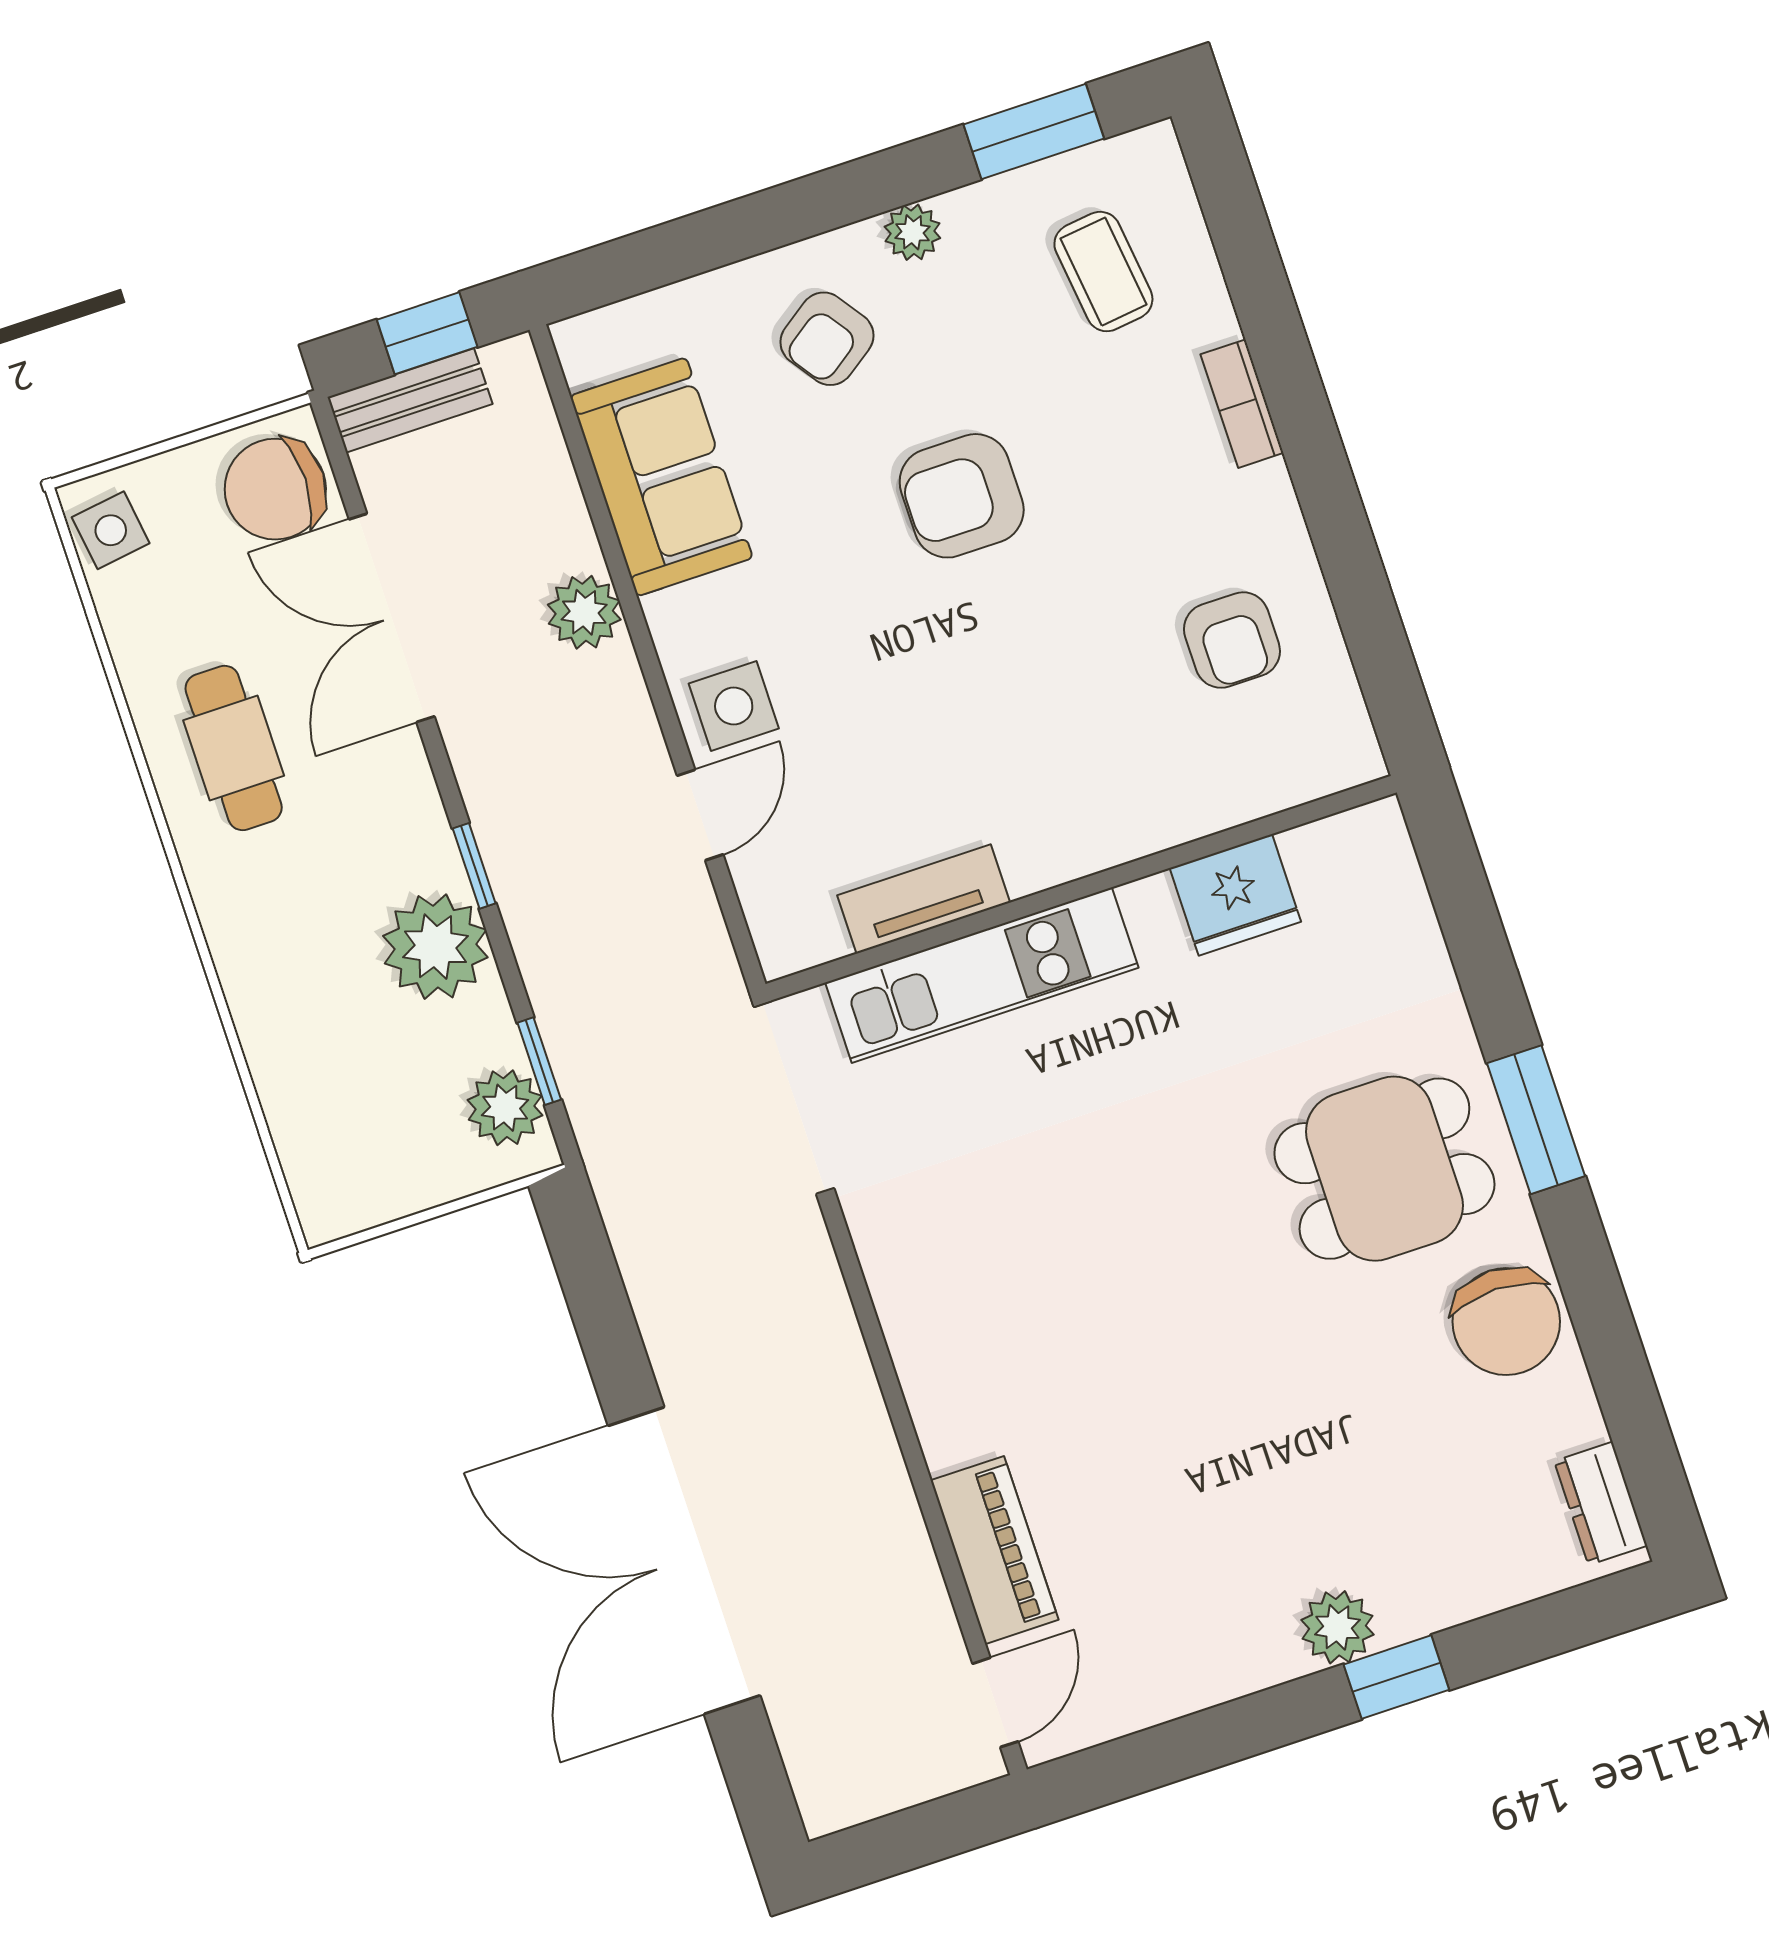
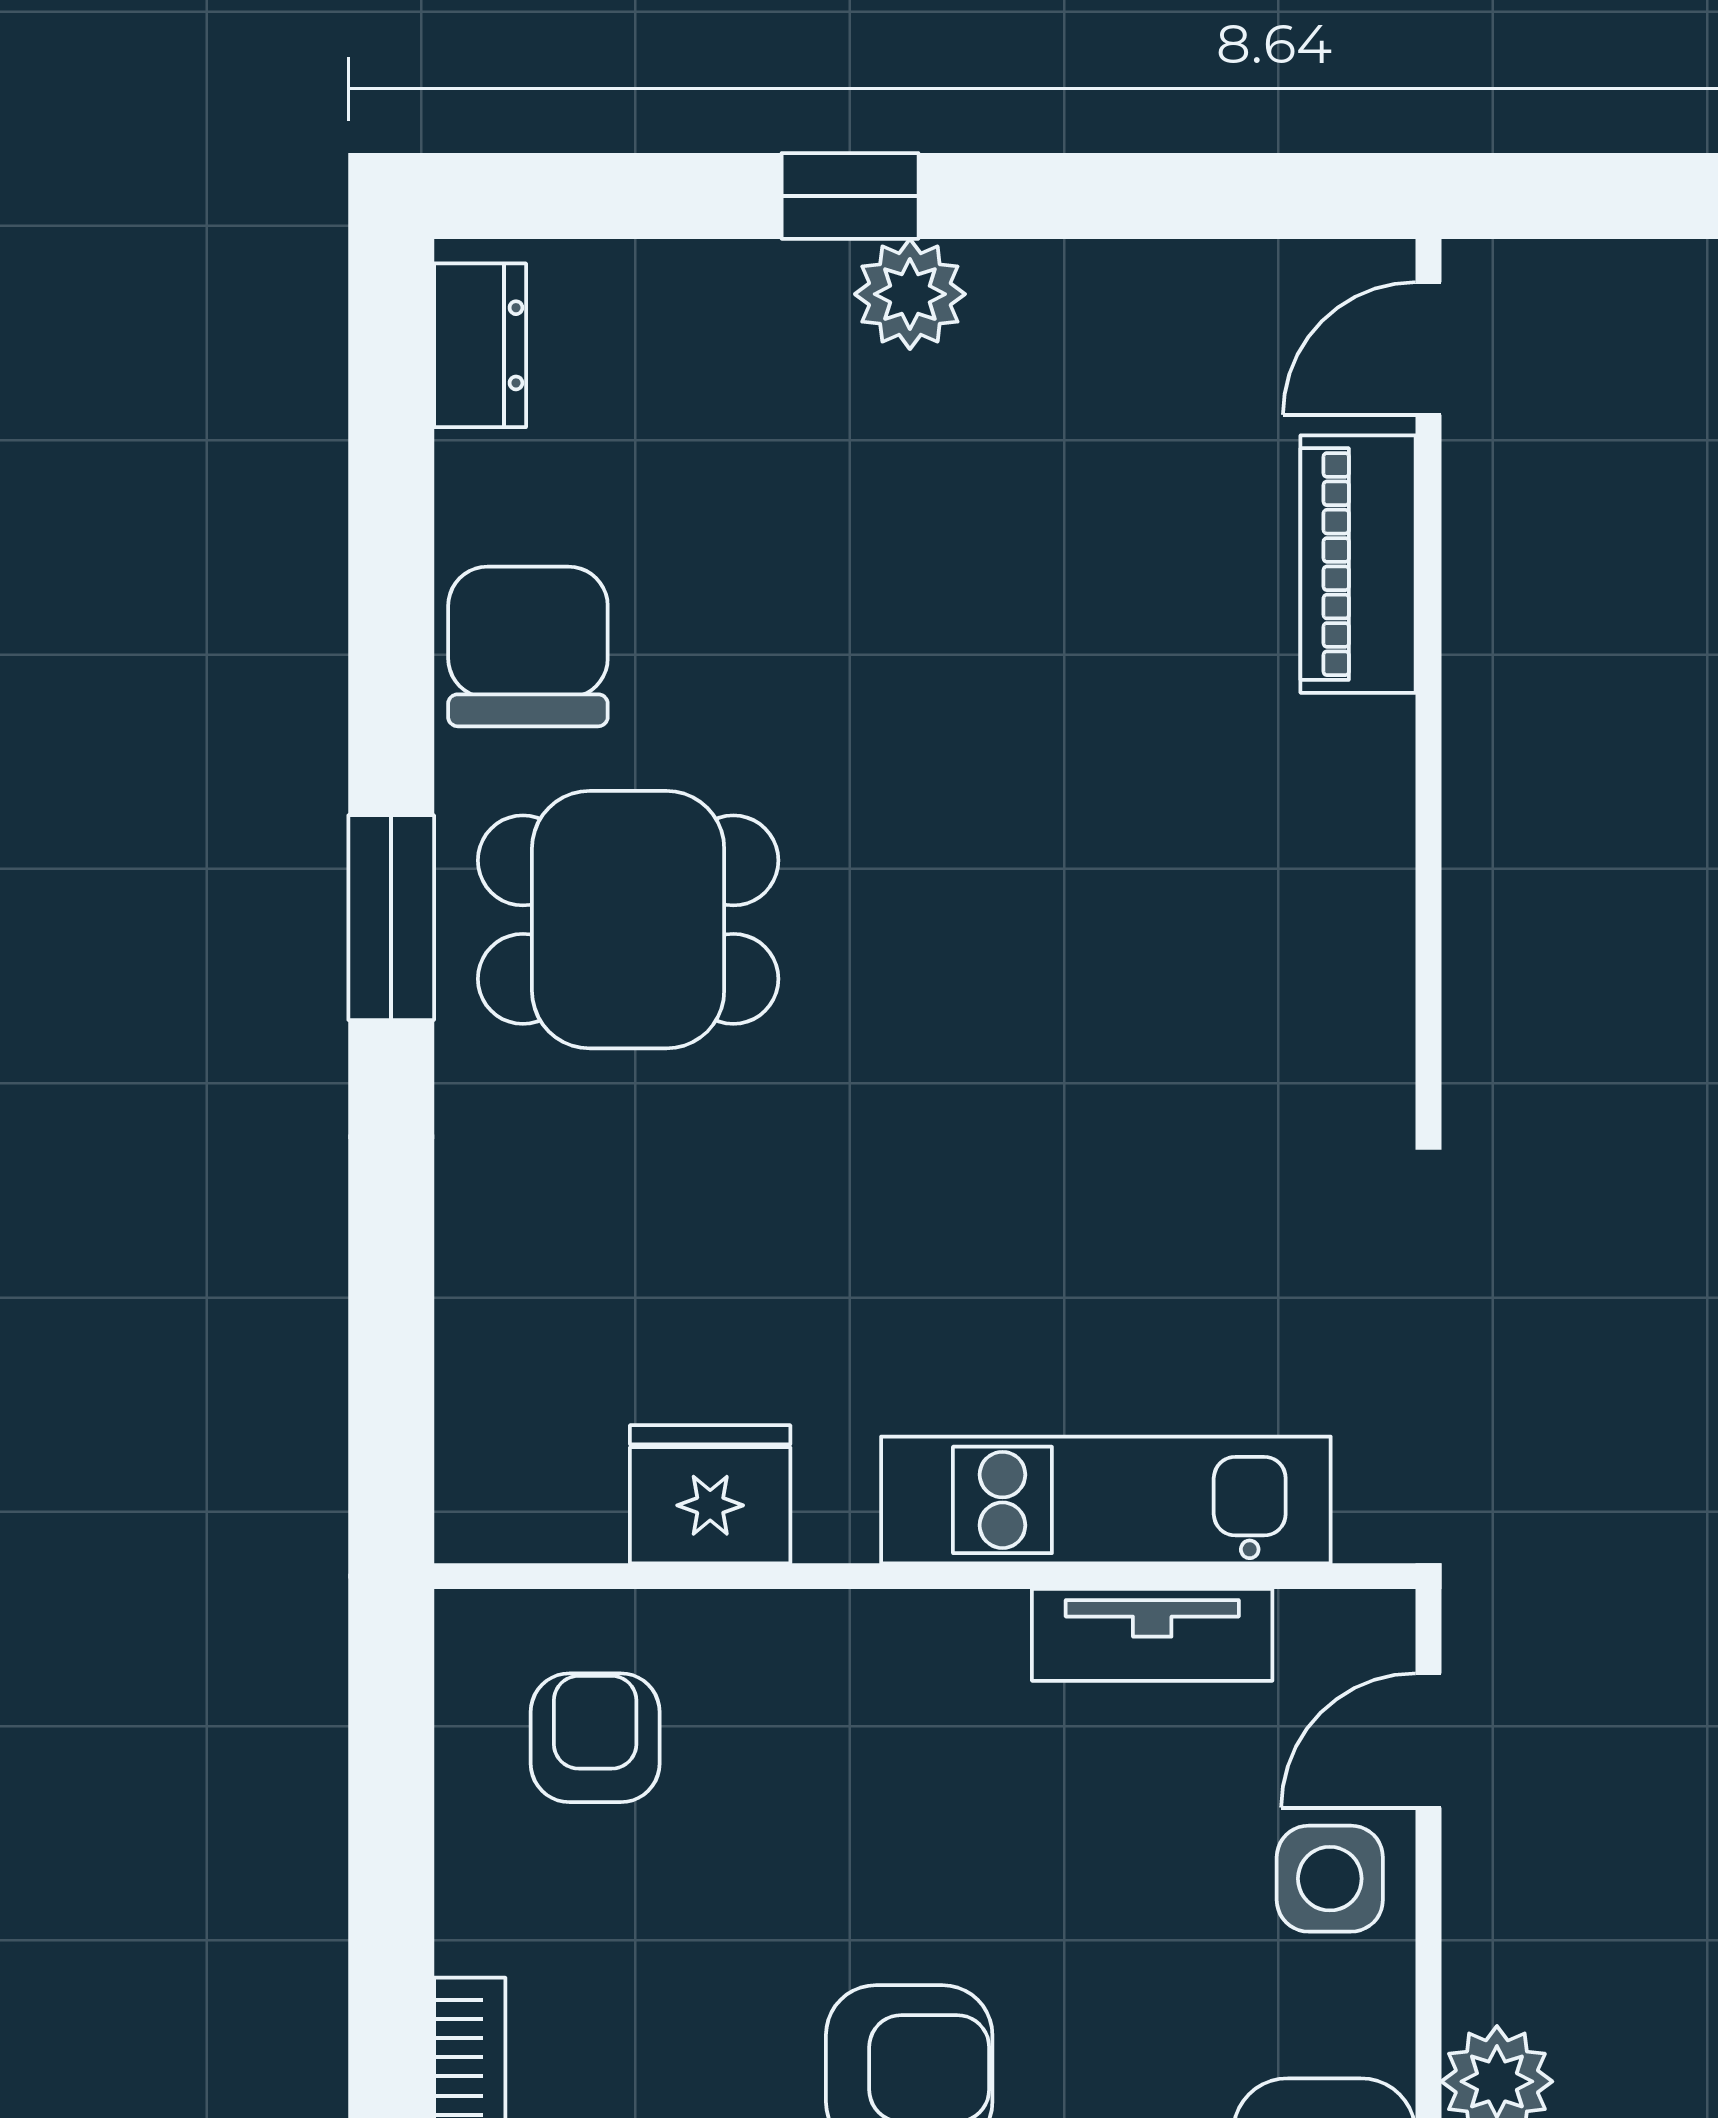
wall: (1081, 888) -> (925, 1576), moved
fridge: (1235, 895) -> (710, 1494), moved
tv unit: (924, 899) -> (1152, 1635), moved
kitchen unit: (982, 975) -> (1106, 1500), moved

